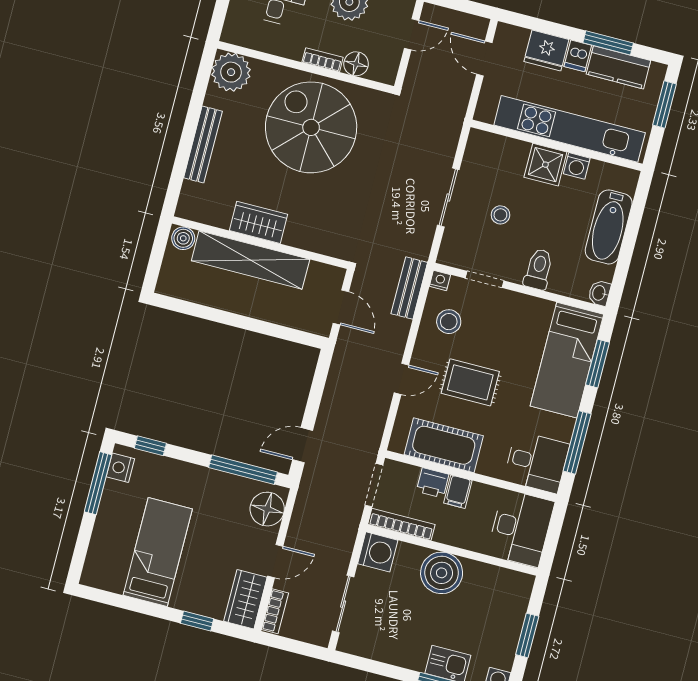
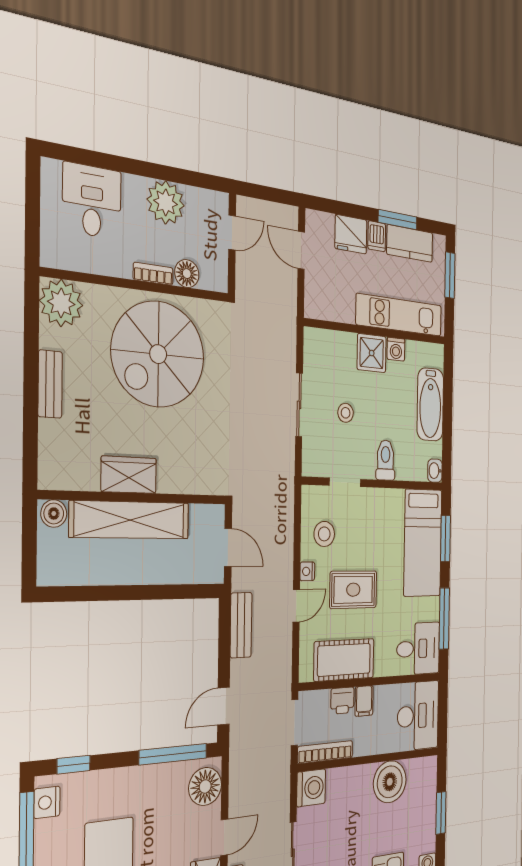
spiral stairs: (311, 127) -> (158, 354), turned -90
kitchen unit: (570, 129) -> (399, 315), width x0.73
bench: (203, 144) -> (50, 384), width x0.73
nightstand: (440, 280) -> (307, 571), moved, turned -90
bench: (409, 288) -> (241, 625), moved
boiler: (442, 573) -> (390, 782), moved

